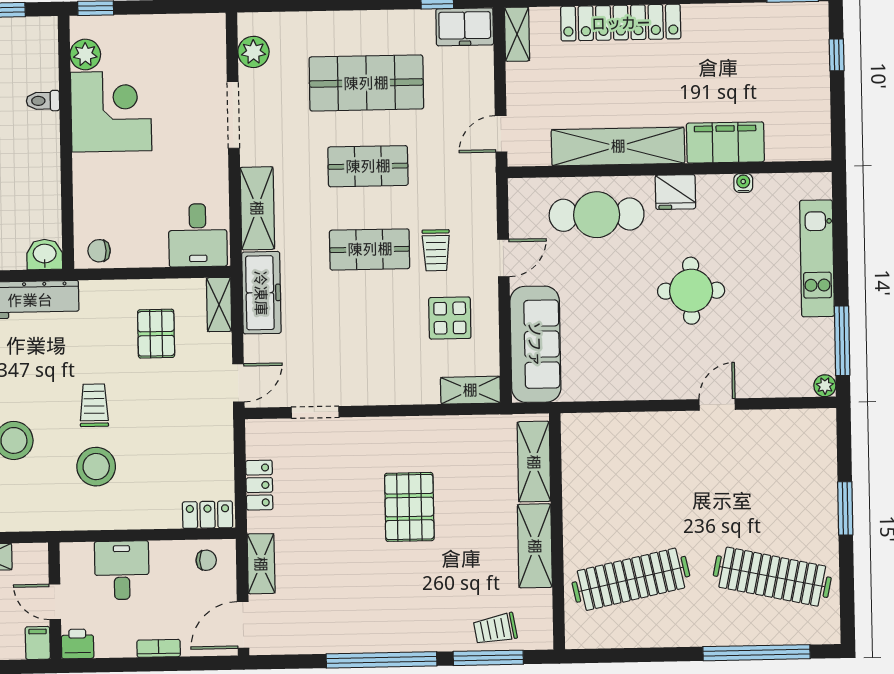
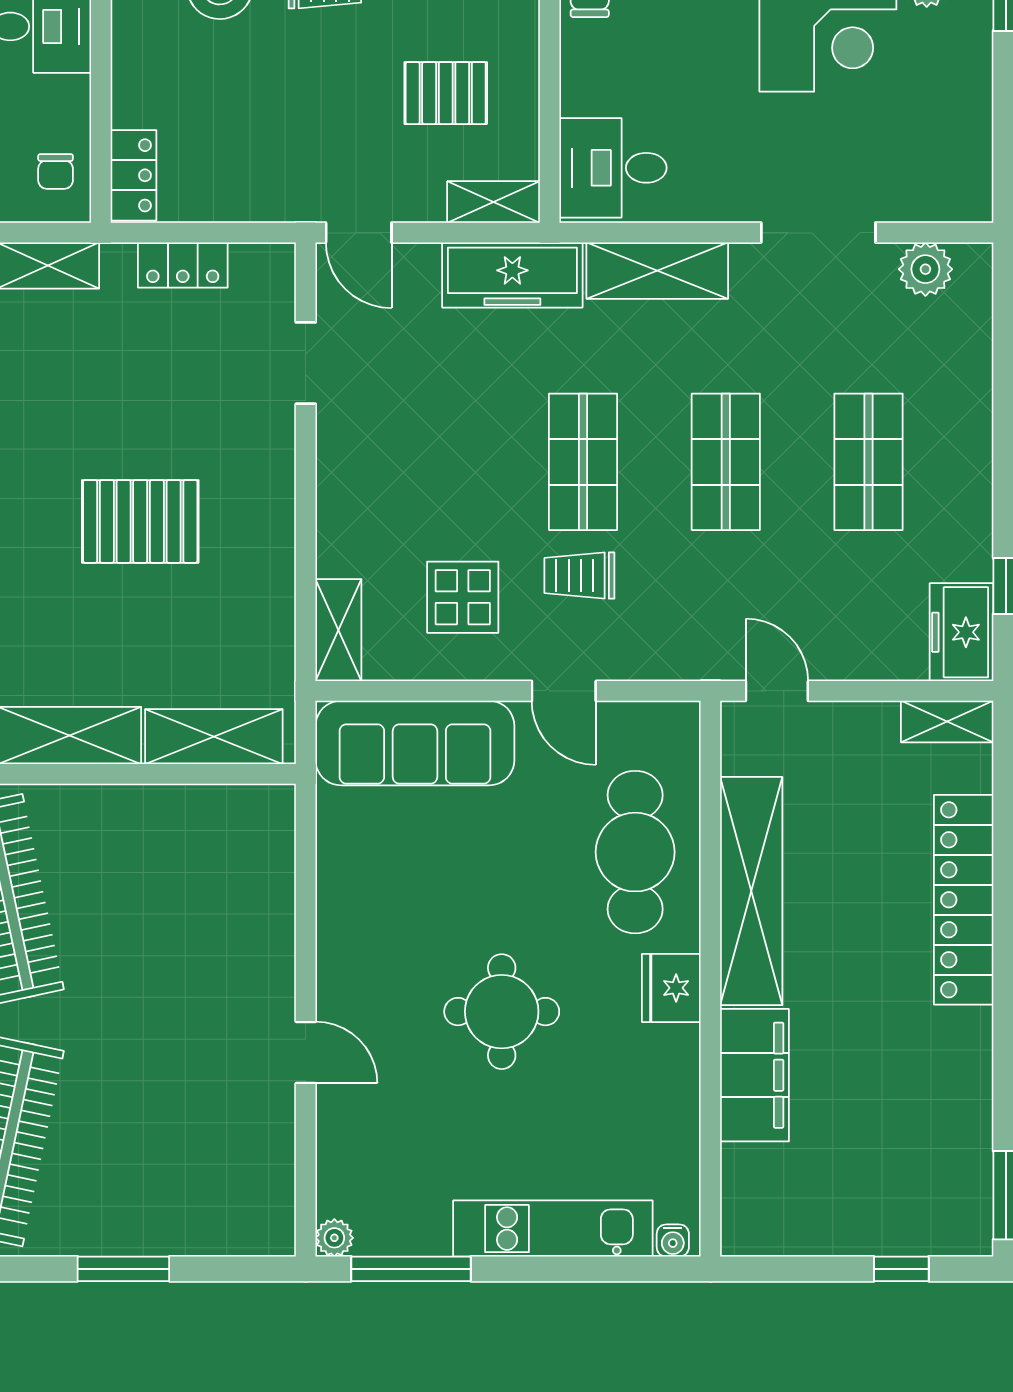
shop shelf: (366, 83) -> (869, 462), width x0.70, depth x0.74
water cooler: (743, 183) -> (673, 1241), moved, turned 90

